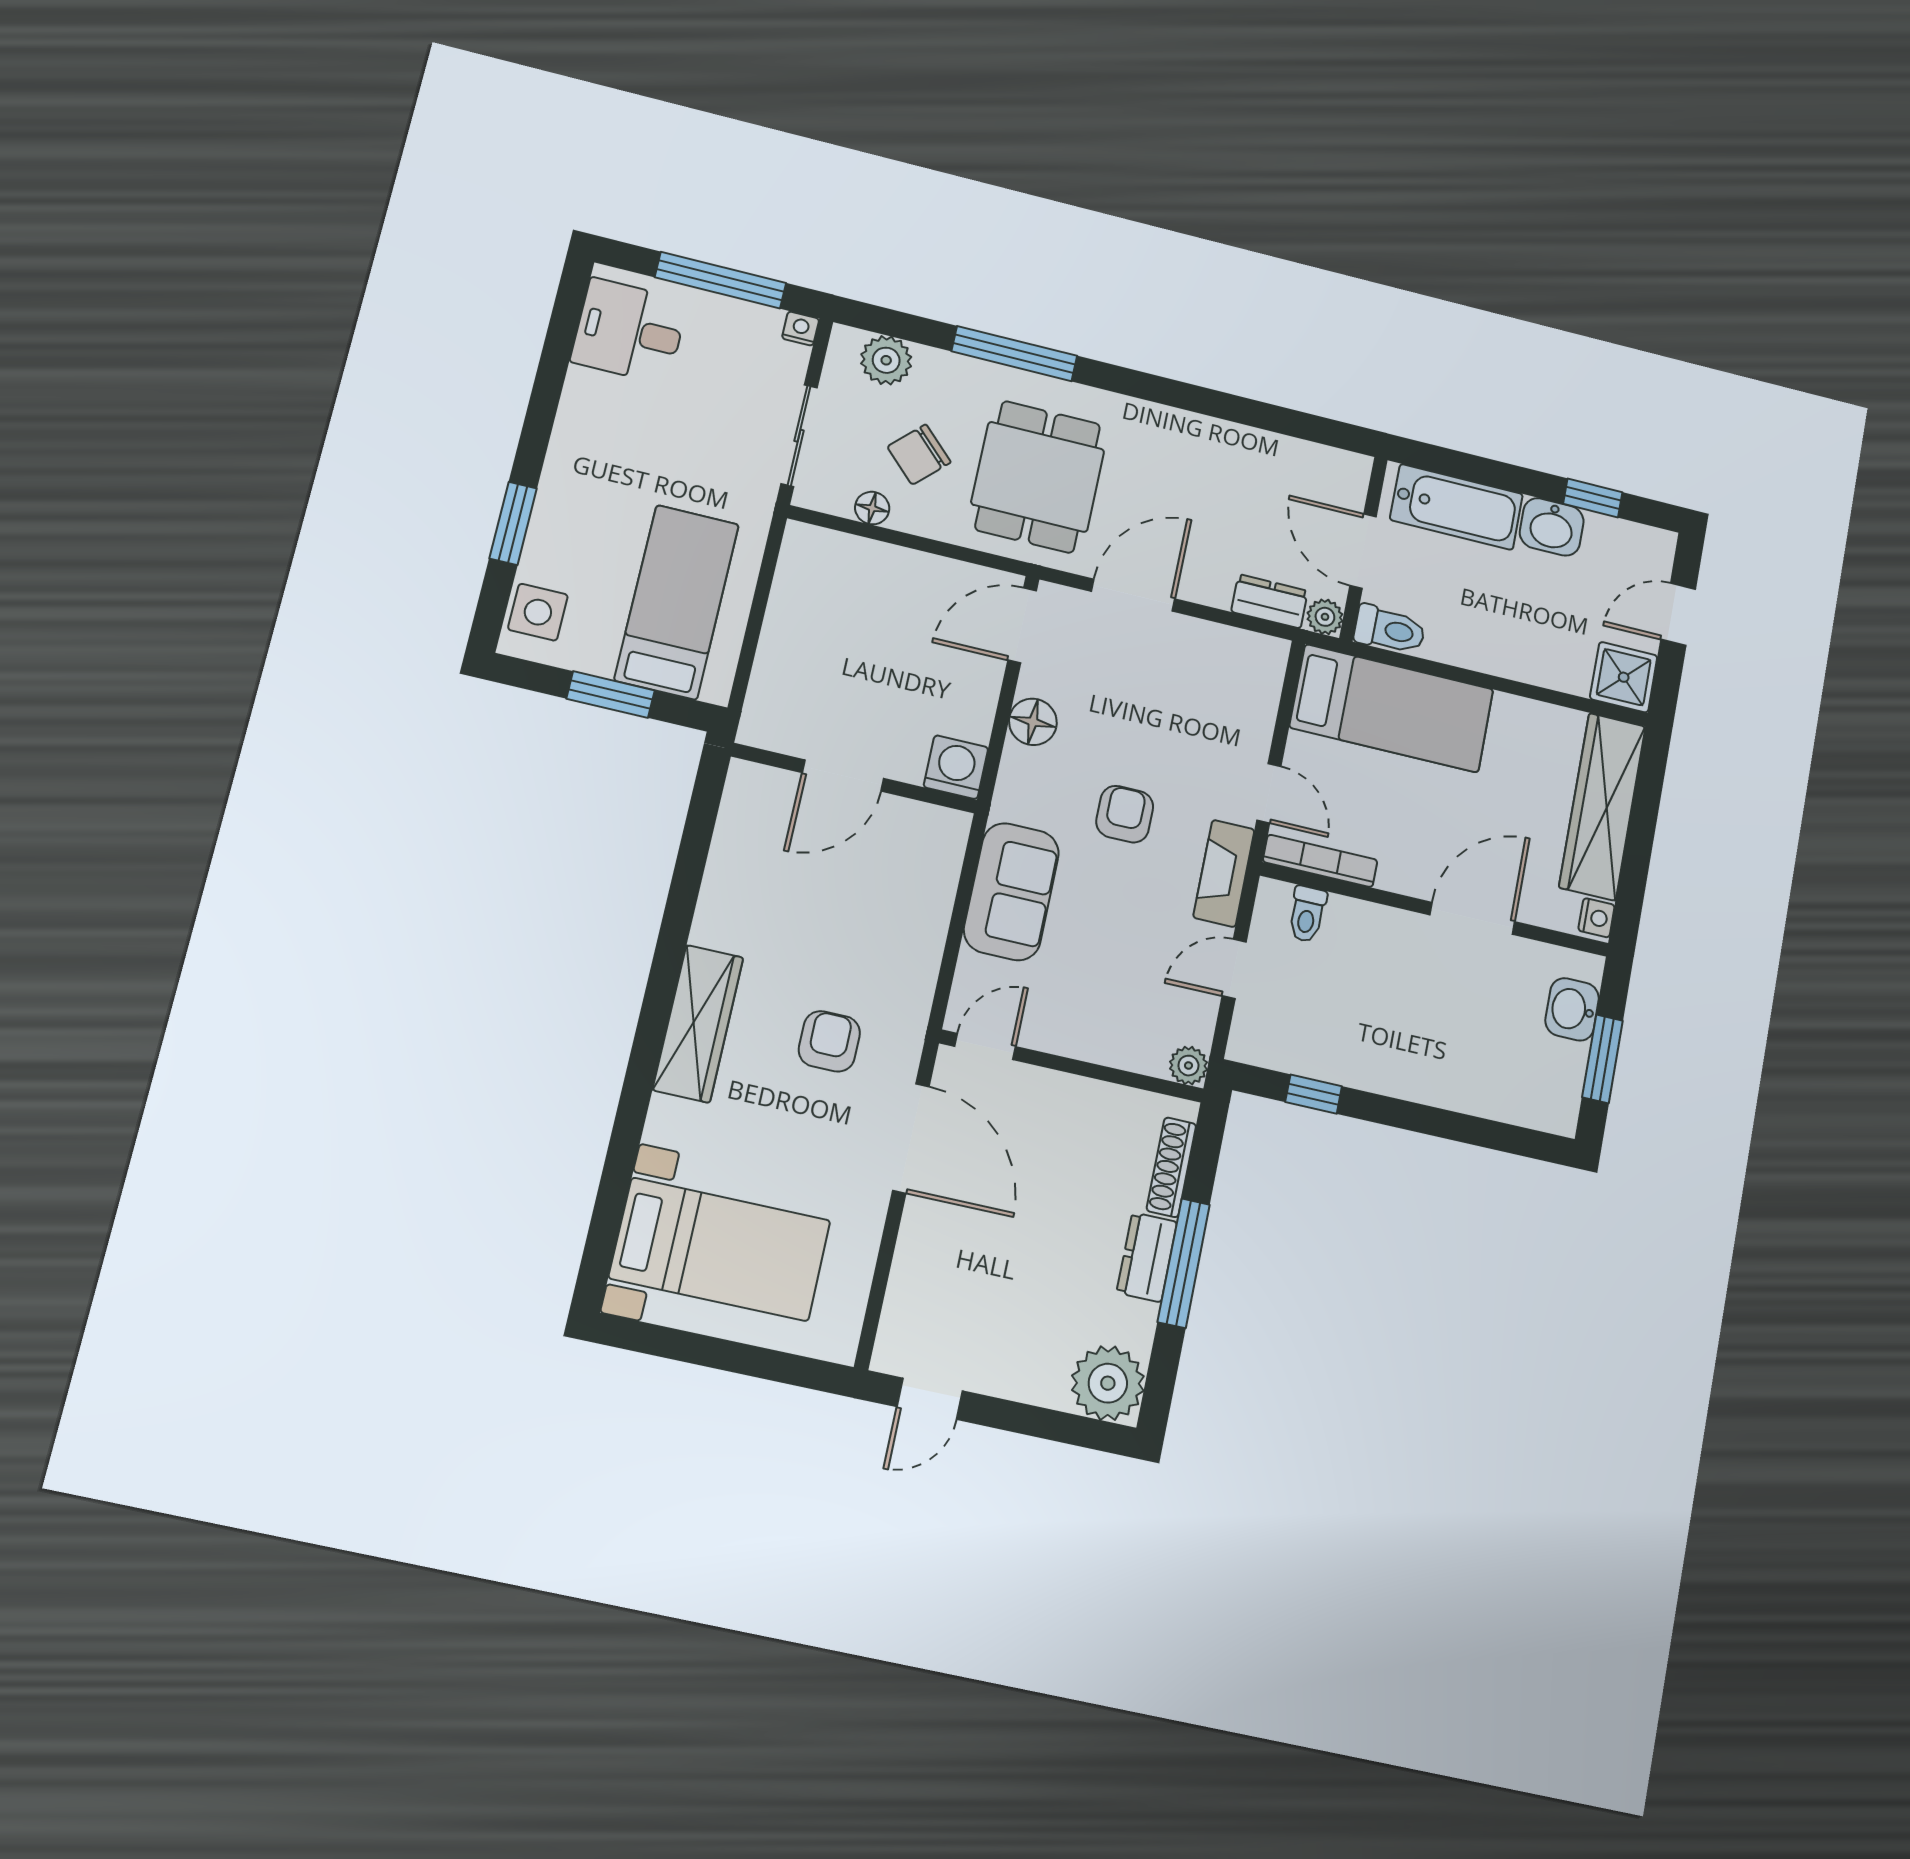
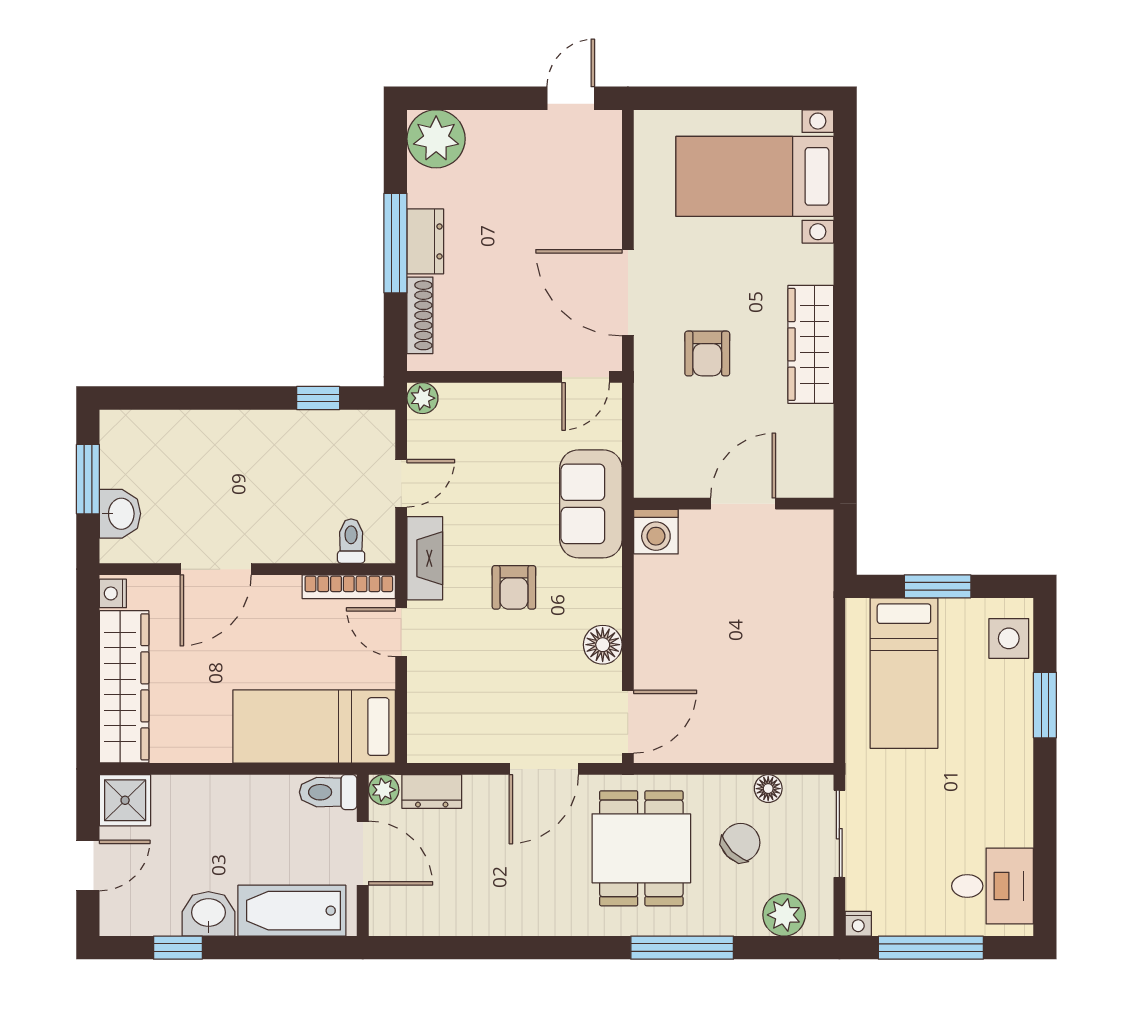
washing machine: (956, 767) -> (656, 532), moved
door: (843, 776) -> (743, 504), moved
wall: (854, 778) -> (734, 504), moved

